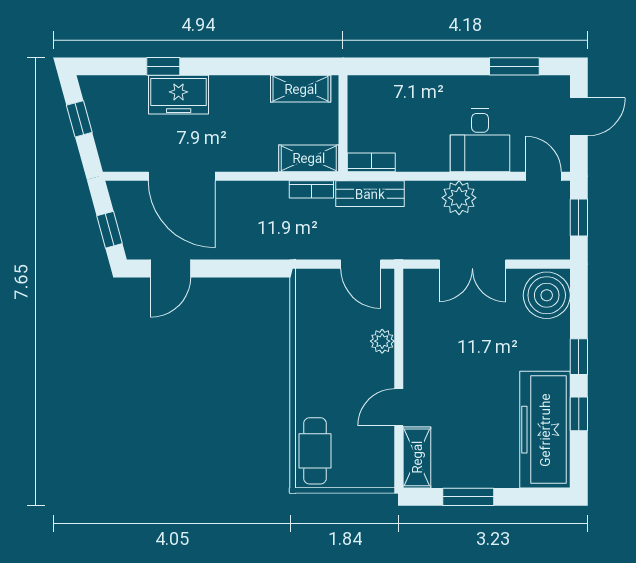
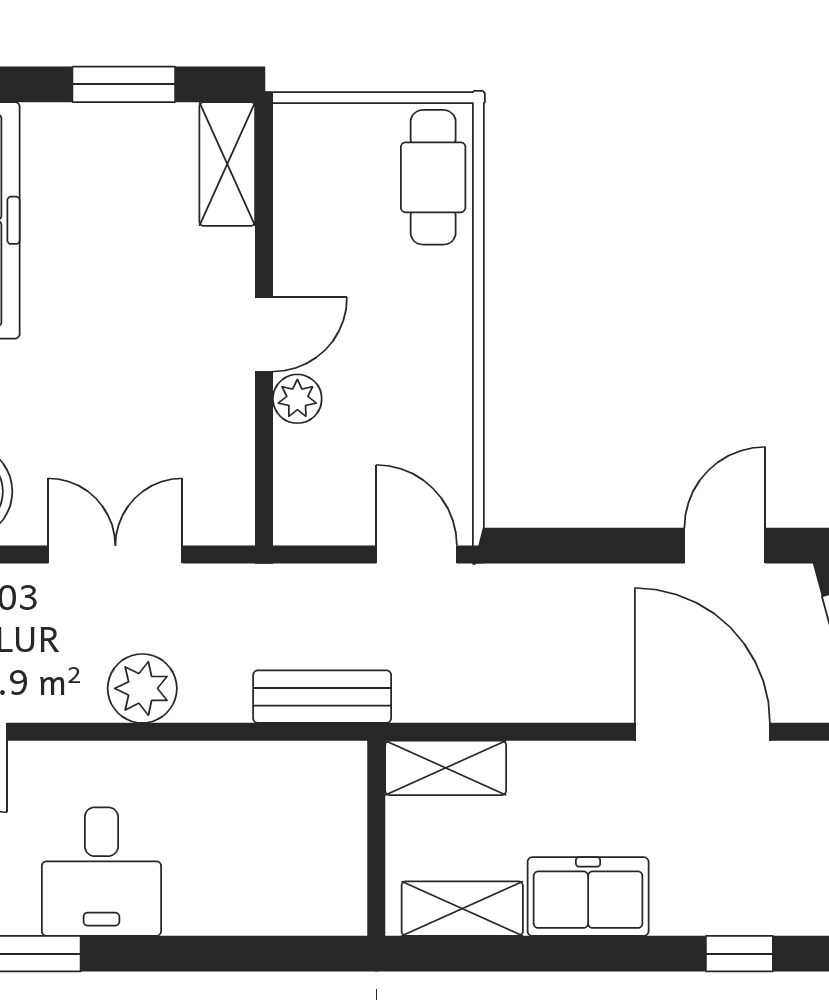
freezer: (179, 95) -> (588, 897), moved
desk: (480, 140) -> (101, 872), moved, turned 180
bookcase: (371, 162) -> (319, 760), removed
bookcase: (311, 189) -> (440, 705), removed
door: (361, 264) -> (416, 554), moved
door: (399, 407) -> (264, 335), moved

